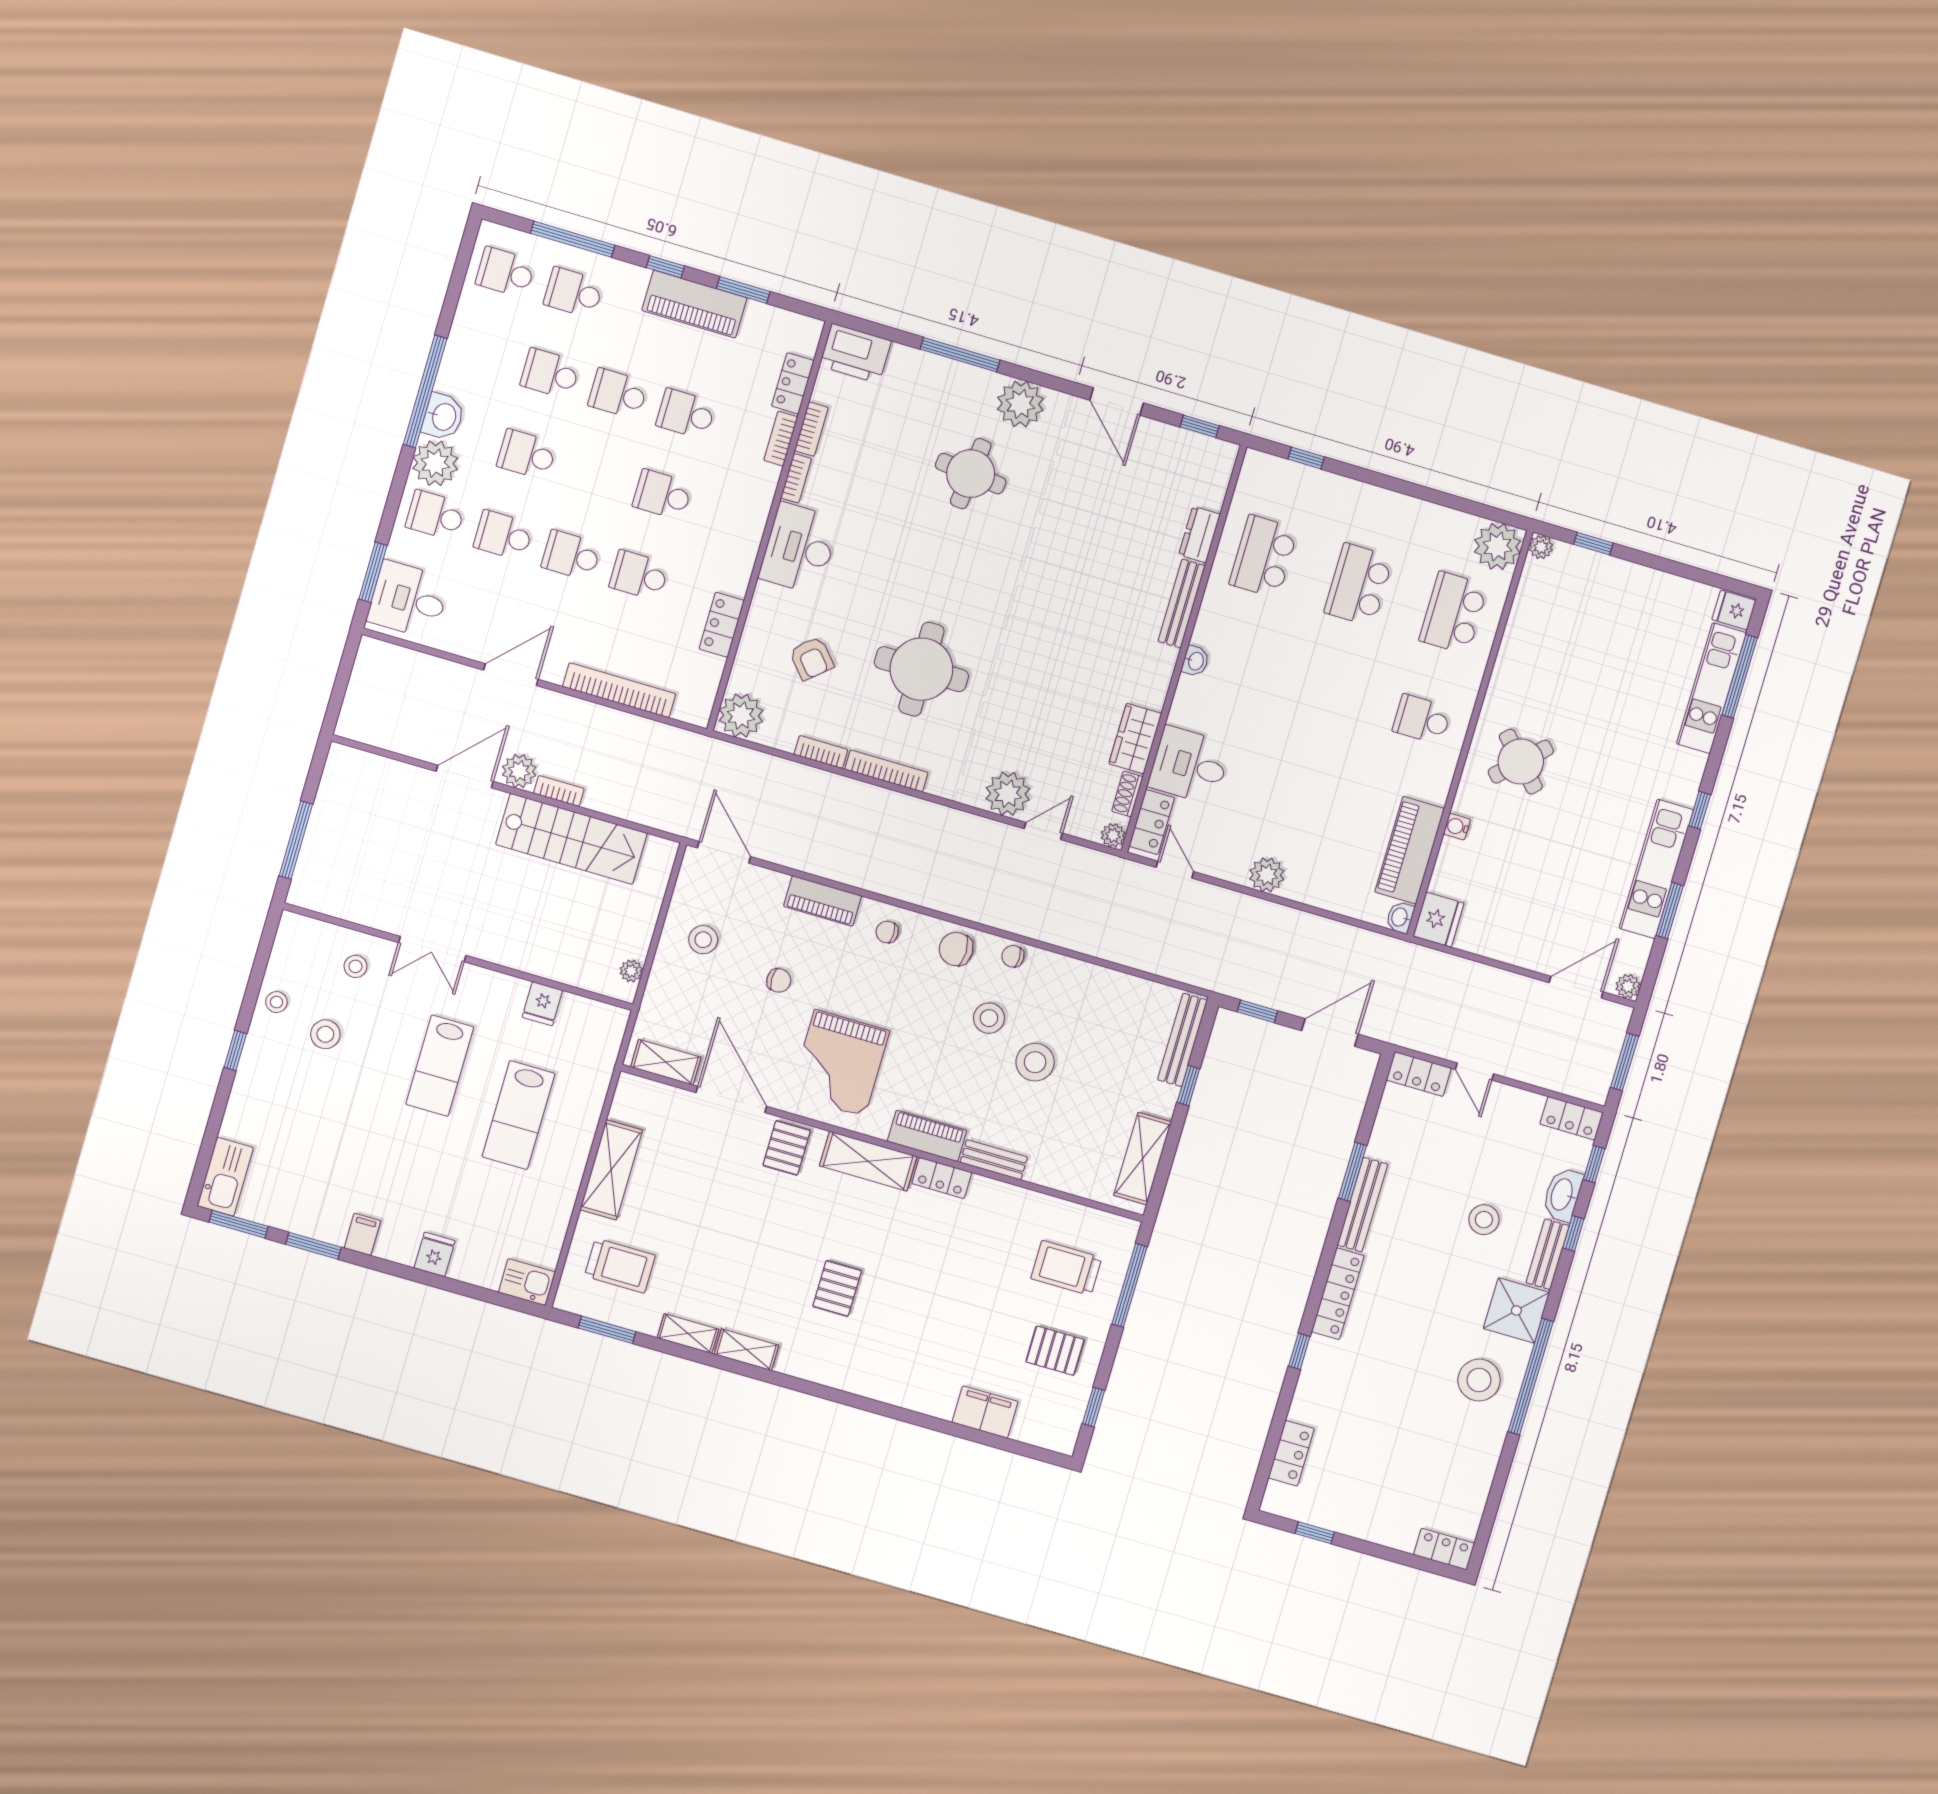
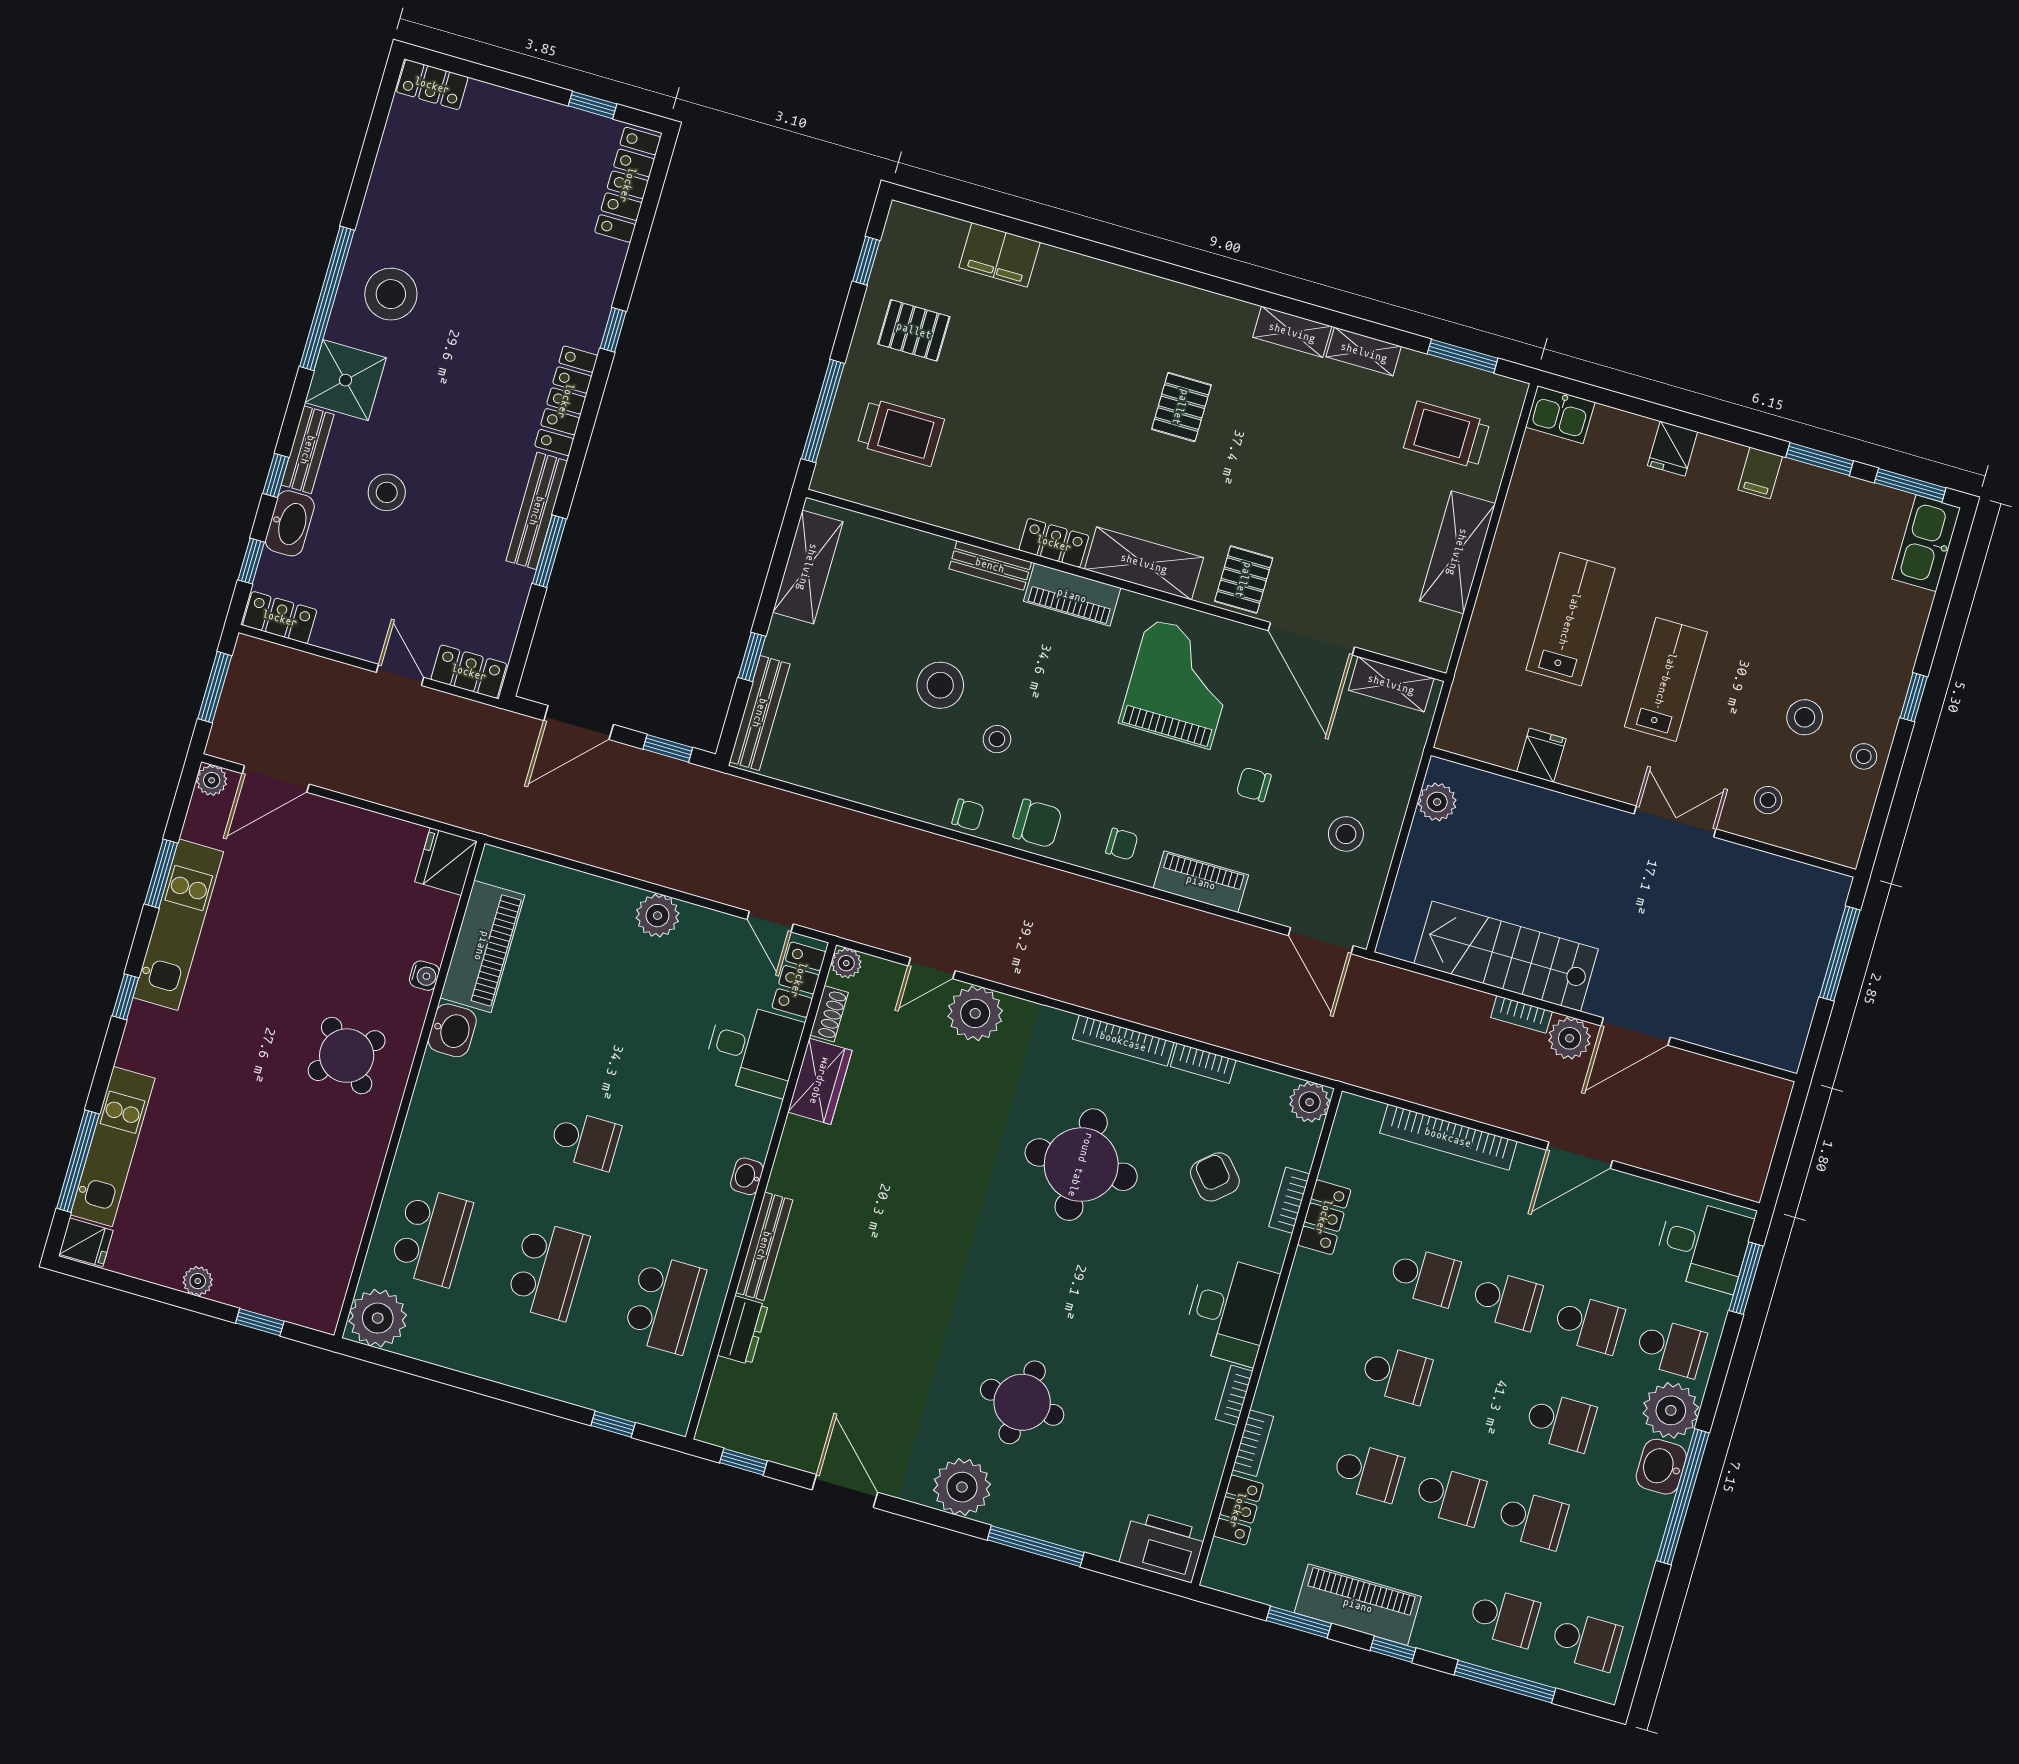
bookcase: (811, 429) -> (1289, 1200), moved
plant: (1541, 547) -> (198, 1281), moved
plant: (741, 715) -> (1310, 1102), width x0.73, depth x0.73
school desk: (1422, 719) -> (585, 1140), moved
washbasin: (1400, 917) -> (452, 1030), moved, width x1.38, depth x1.45
plant: (631, 971) -> (1437, 802), width x1.38, depth x1.38
stool: (989, 1018) -> (997, 739), width x0.73, depth x0.73
locker: (1291, 1453) -> (628, 185), width x1.53

